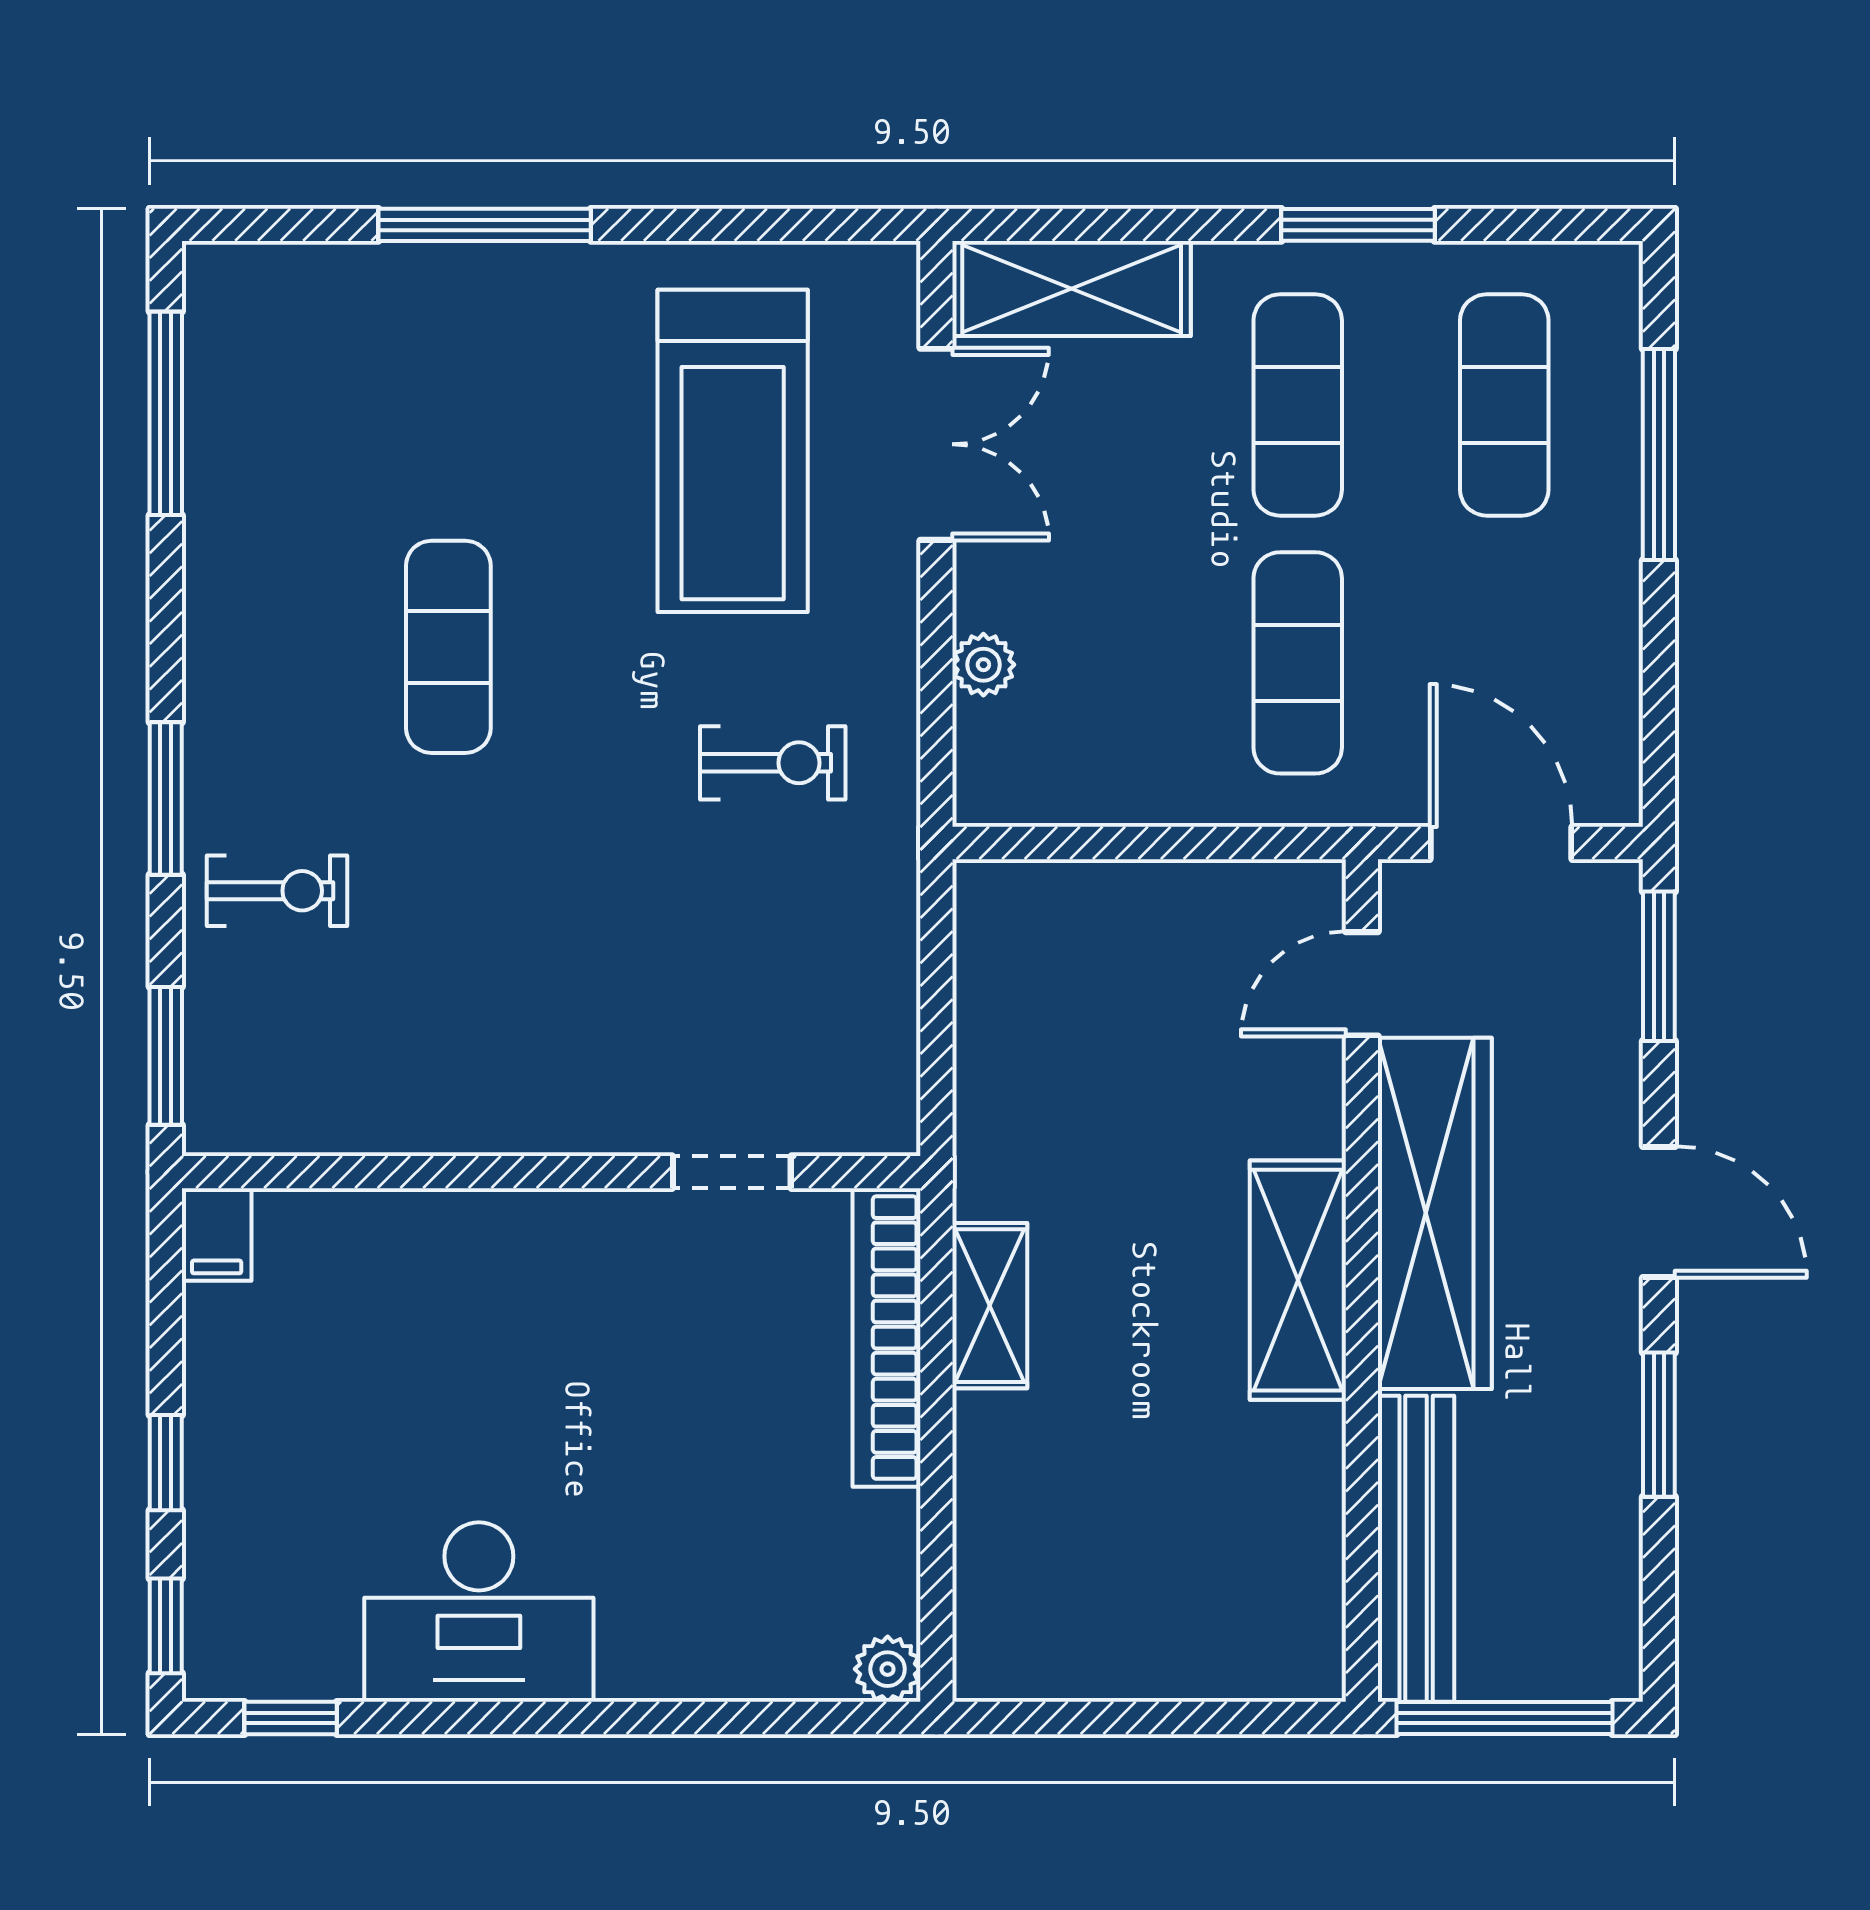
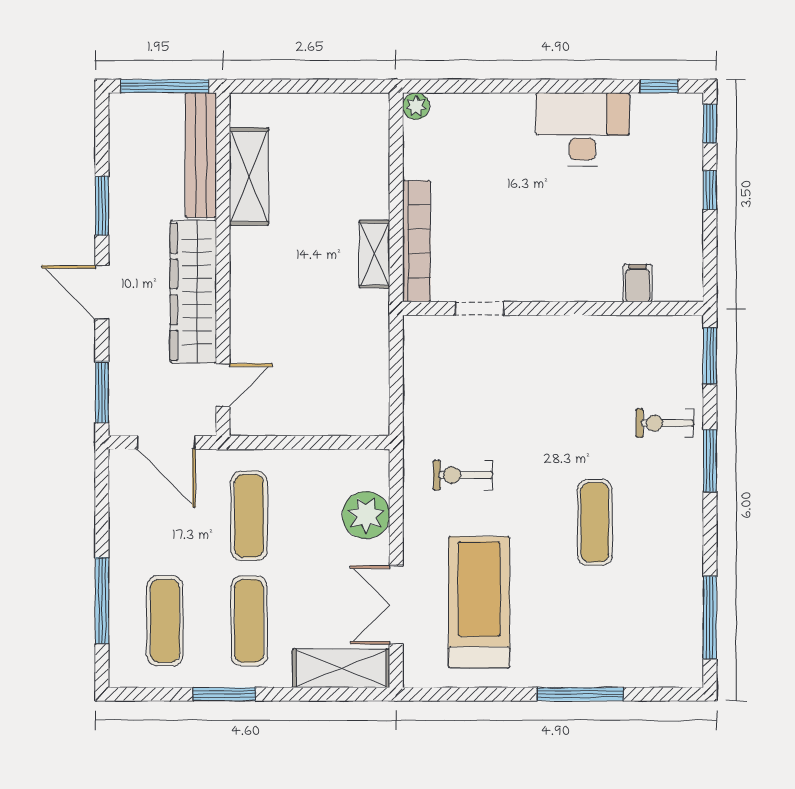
plant: (983, 665) -> (366, 515), width x1.87, depth x1.87
filing cabinet: (217, 1235) -> (638, 283), moved
shelving: (1298, 1280) -> (249, 176), moved

